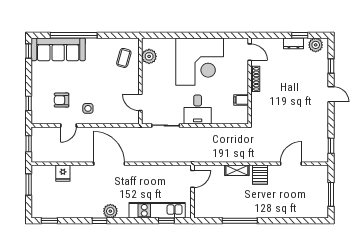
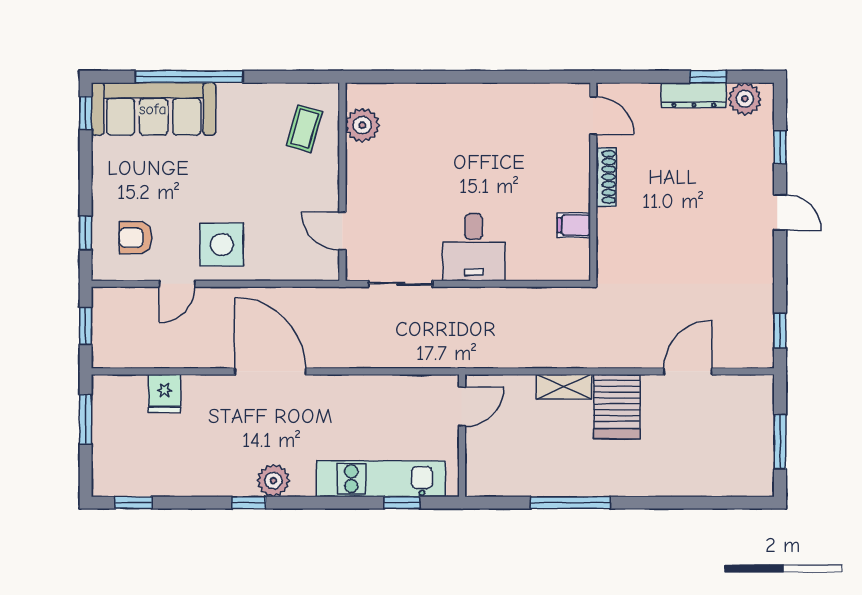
dresser: (293, 43) -> (694, 95), width x1.44
corner desk: (200, 62) -> (478, 137), removed
armchair: (62, 100) -> (136, 238), moved
side table: (88, 108) -> (222, 245), width x1.87, depth x1.87
server rack: (260, 175) -> (617, 407), width x1.36, depth x1.44

